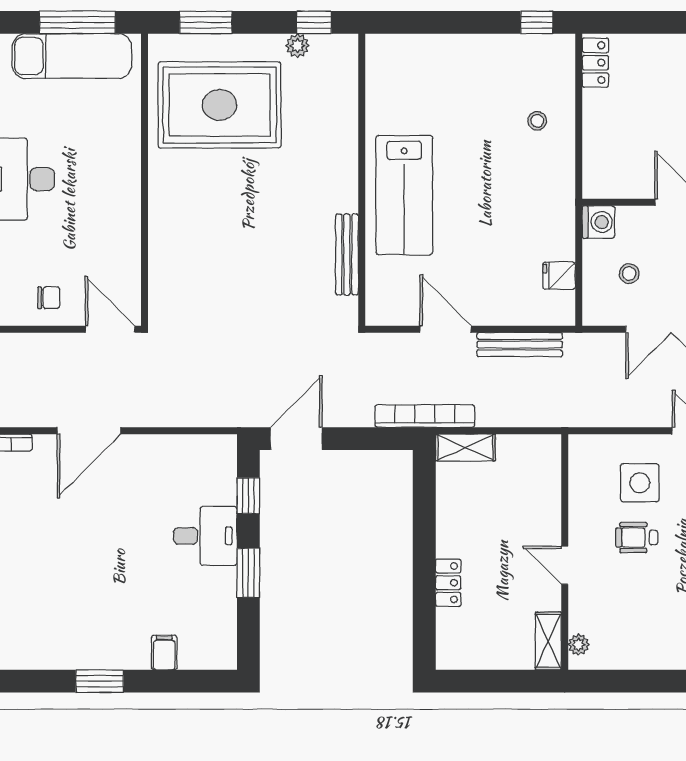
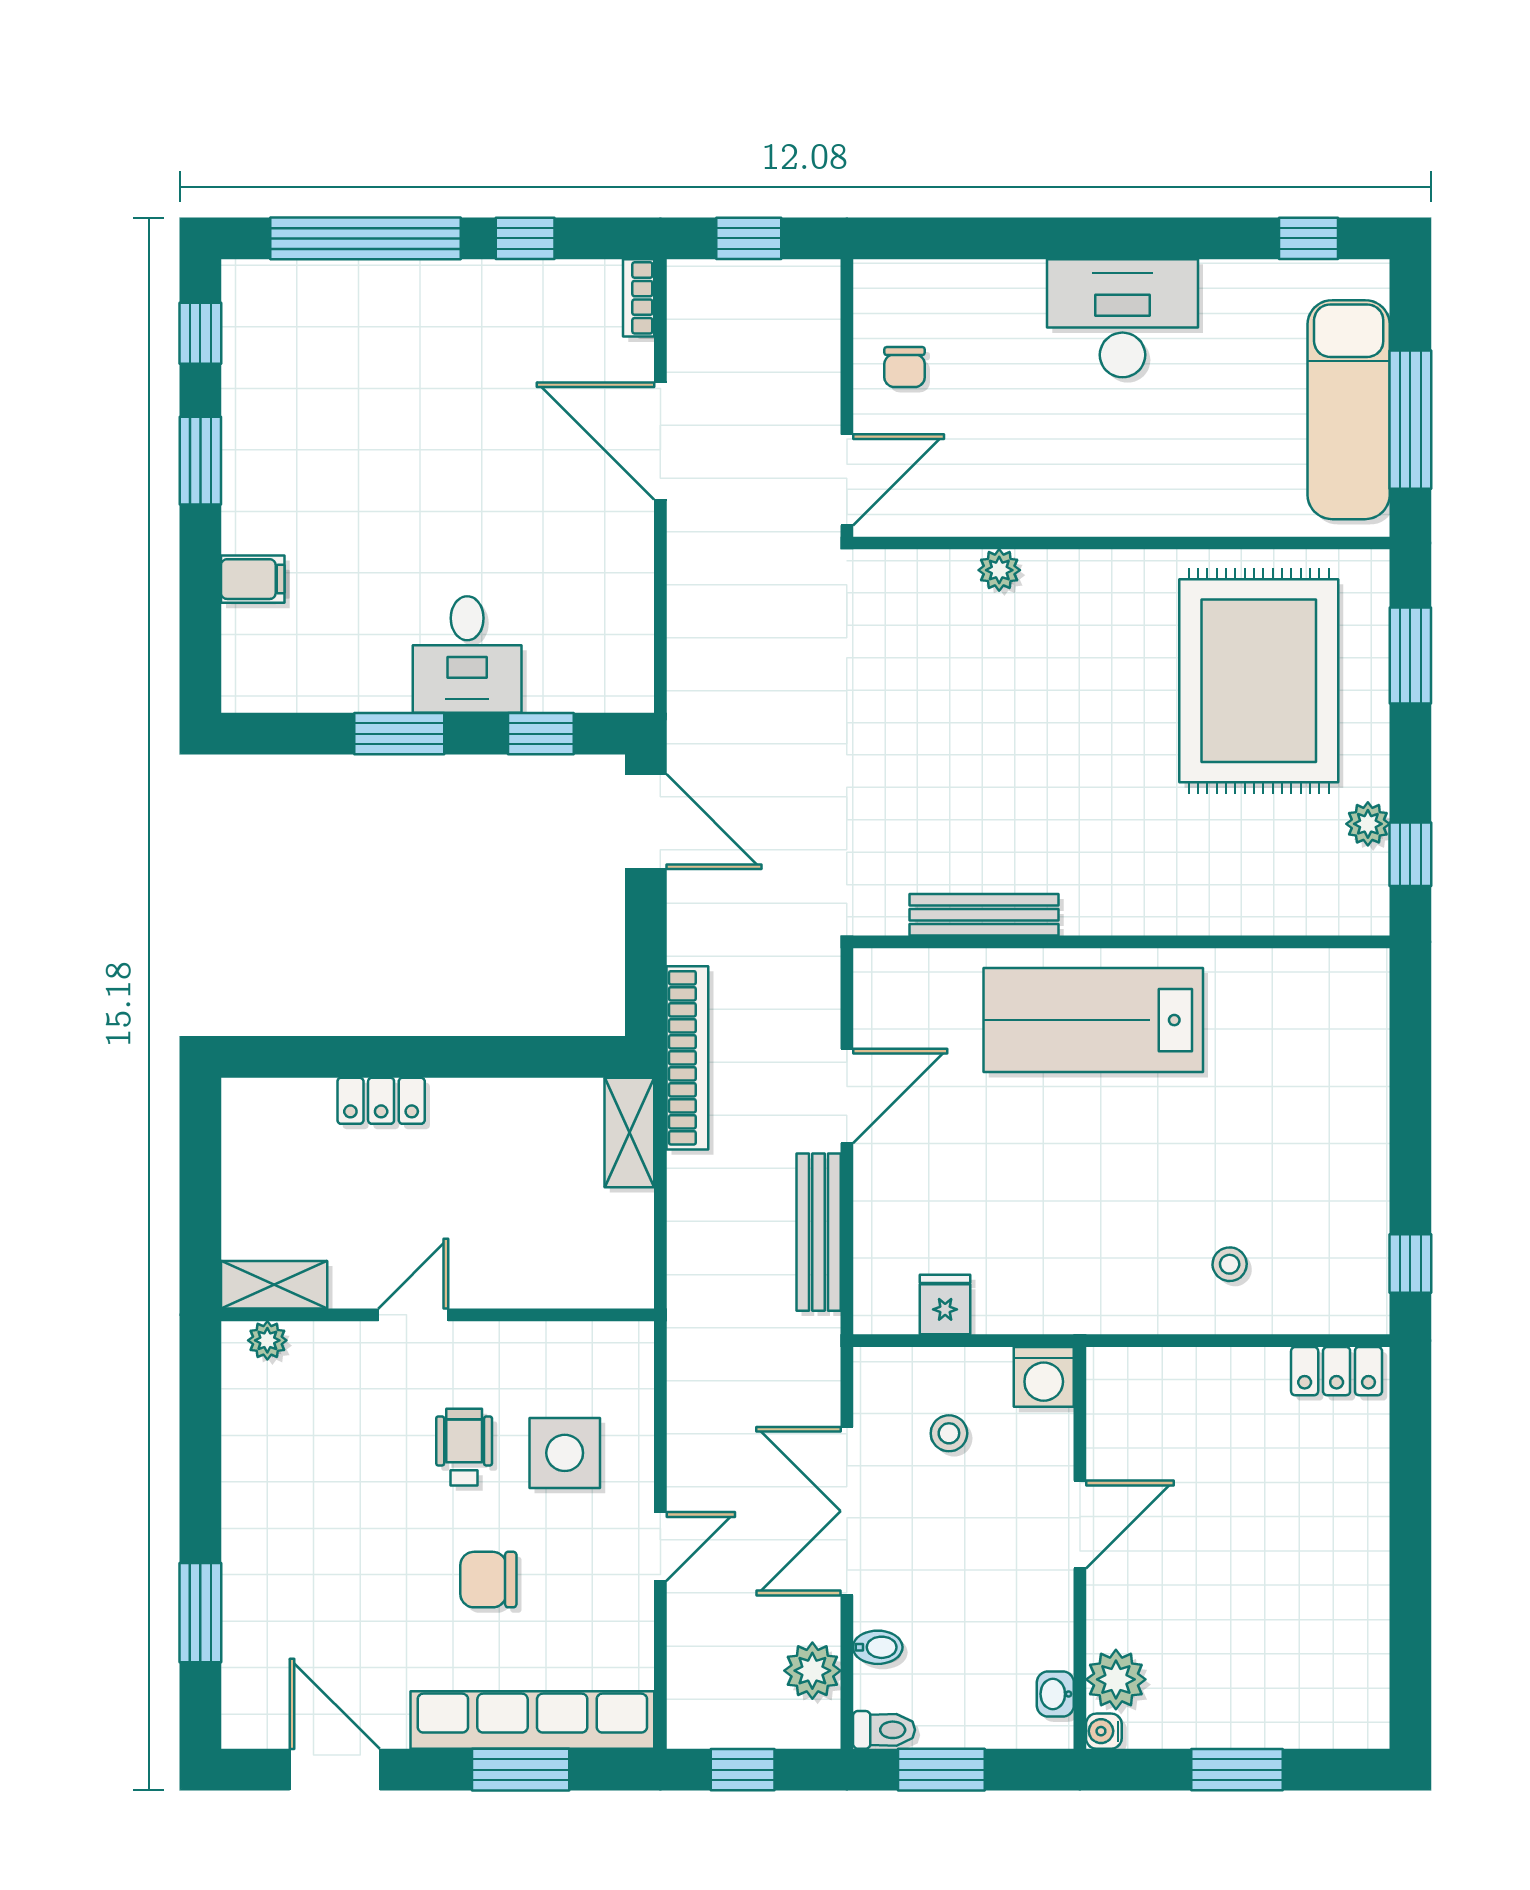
plant: (159, 246) -> (999, 570), added
window: (30, 681) -> (200, 333), added

